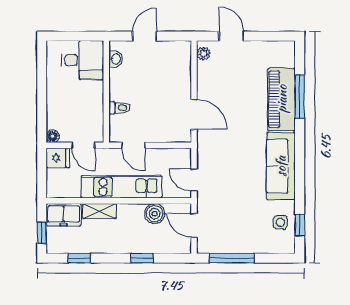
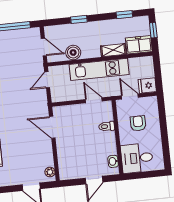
armchair: (76, 107) -> (138, 123), added
floor lamp: (53, 136) -> (153, 101), removed
door: (194, 180) -> (47, 80), swing flipped

